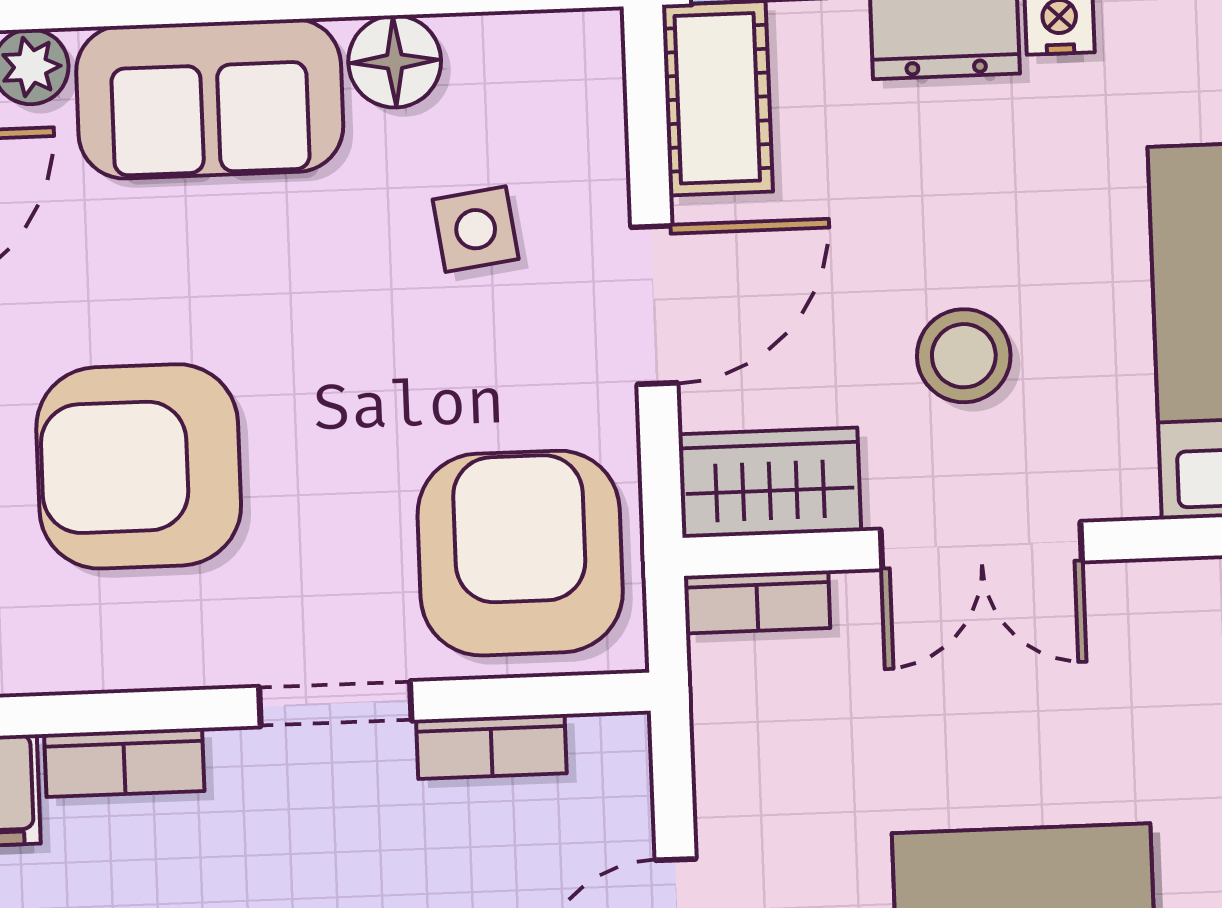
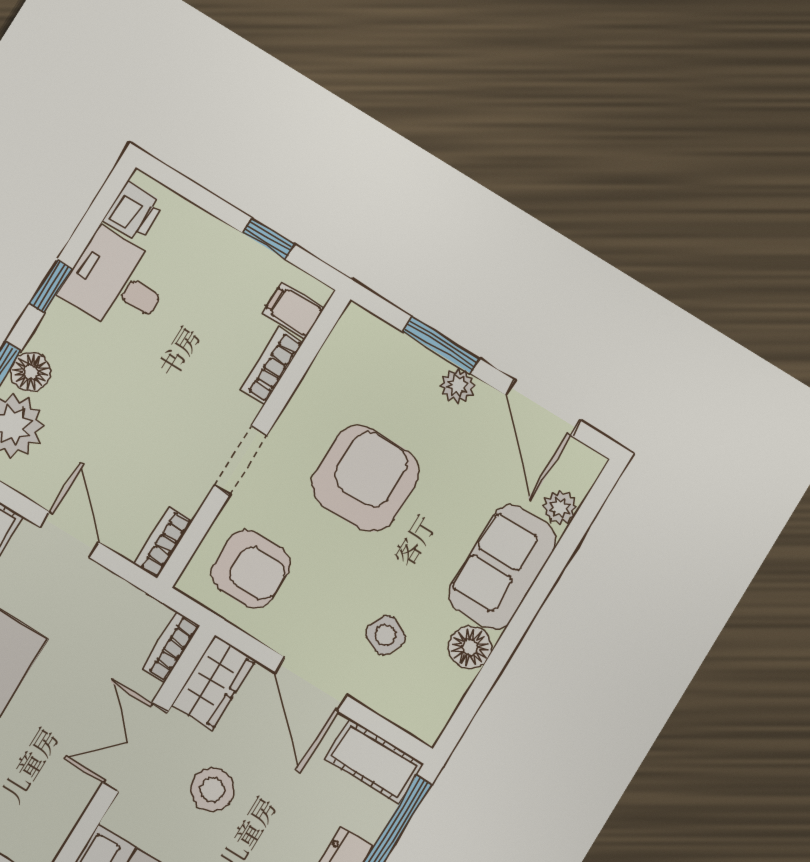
side table: (476, 229) -> (386, 635), turned 33
armchair: (139, 466) -> (365, 479), moved
armchair: (520, 553) -> (251, 569), width x0.73, depth x0.73
bookcase: (491, 747) -> (163, 542), moved

